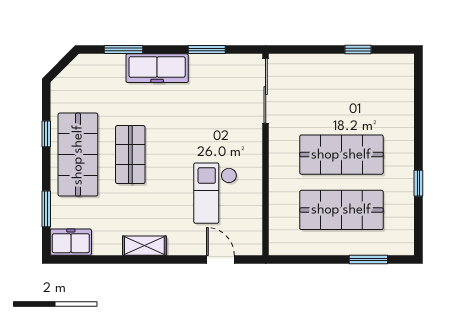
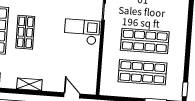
window: (418, 183) -> (185, 89), moved
checkout: (215, 193) -> (82, 32), moved, turned 90

